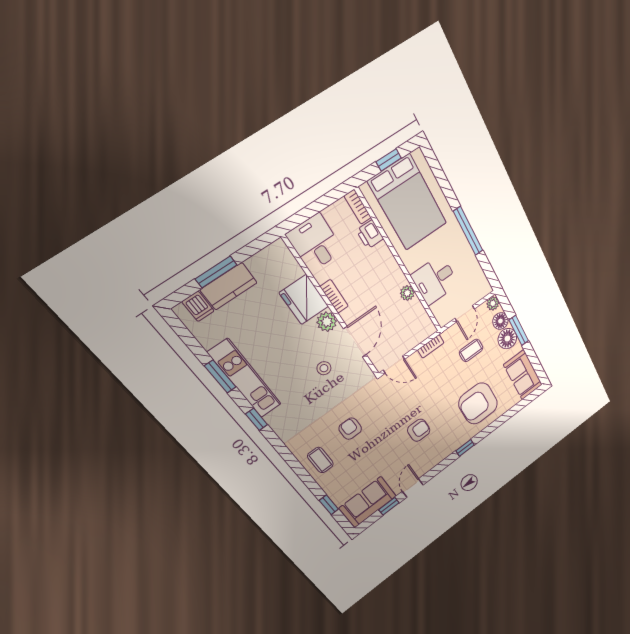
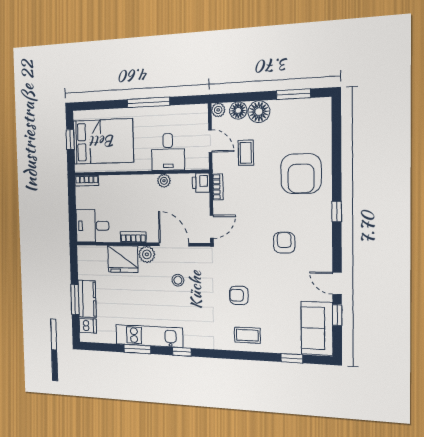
printer: (370, 234) -> (201, 183), moved, turned 90
window: (519, 330) -> (294, 94), moved
sofa: (523, 375) -> (306, 113), removed

